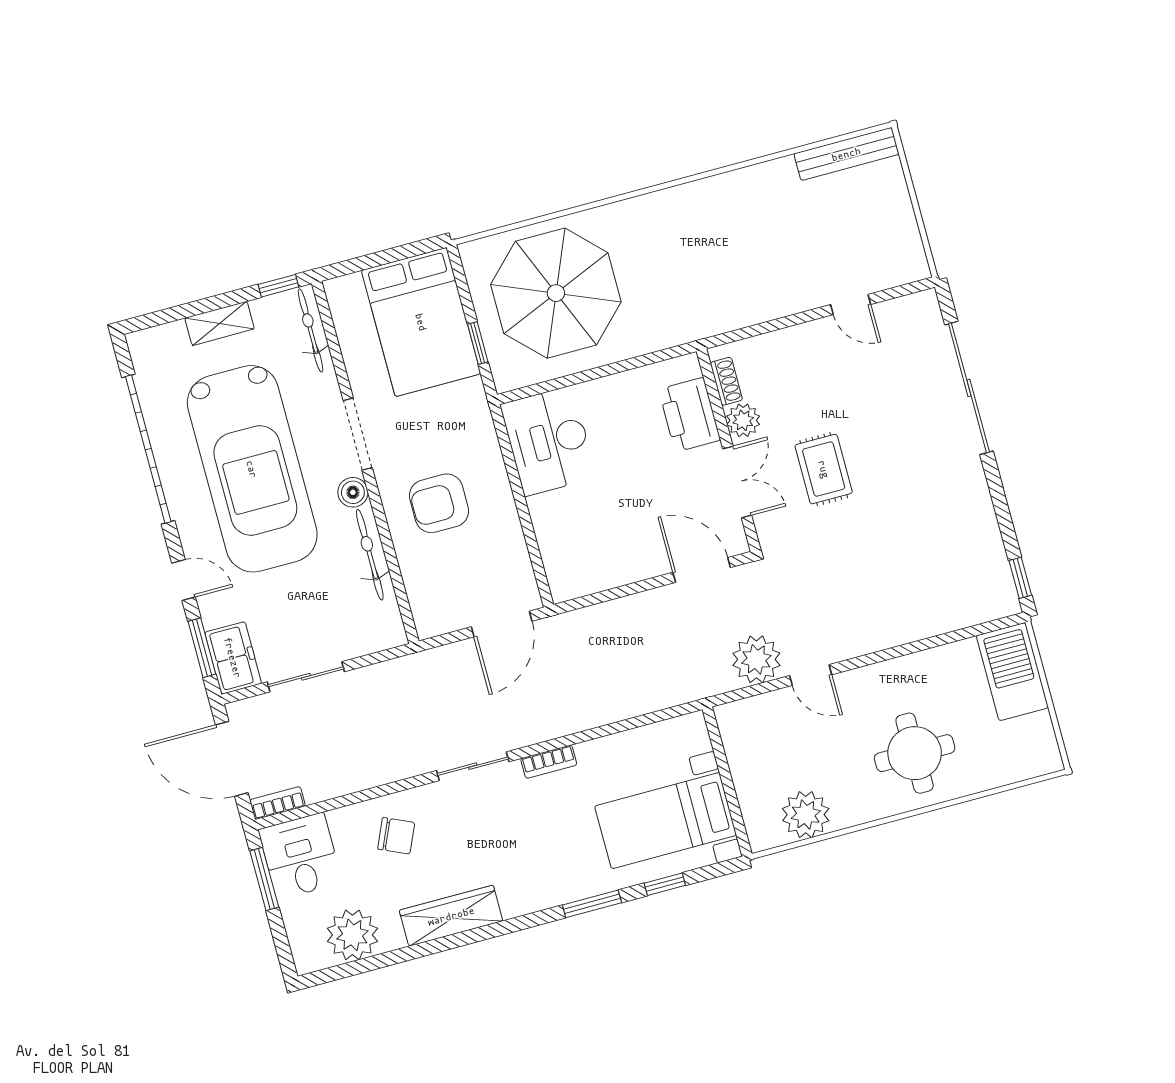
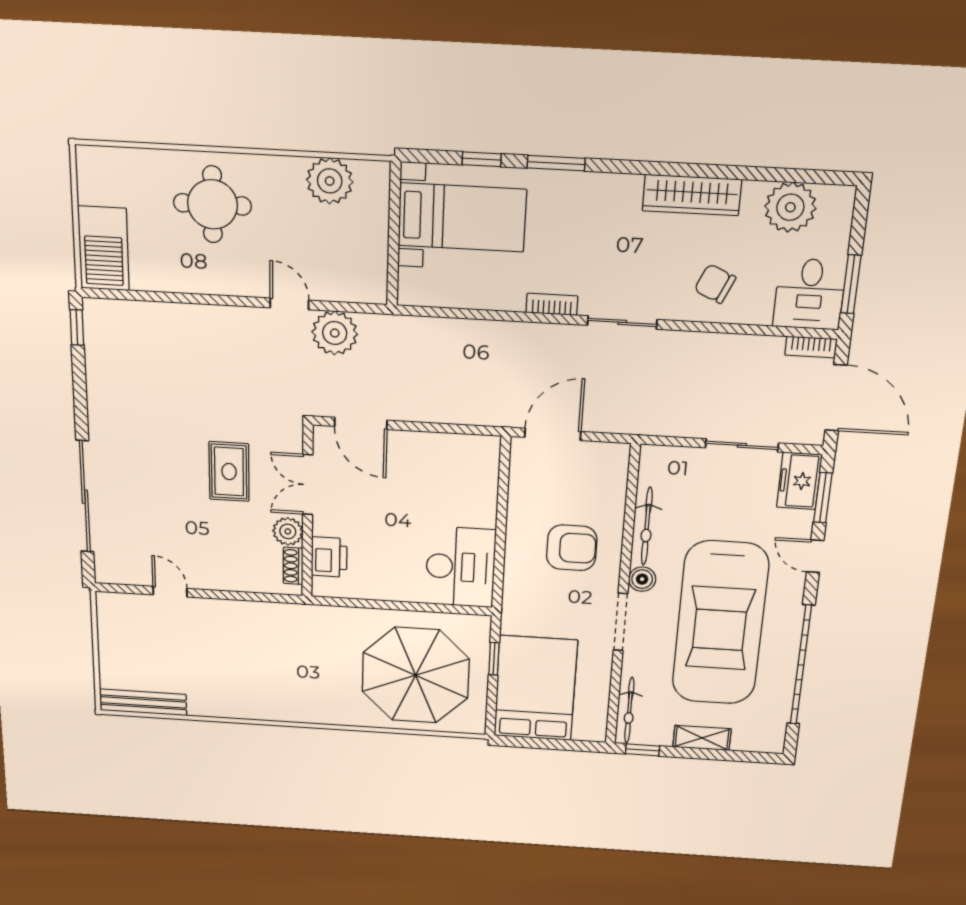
printer: (690, 415) -> (329, 557), width x0.73, depth x0.84
car: (252, 469) -> (720, 623), turned 180

